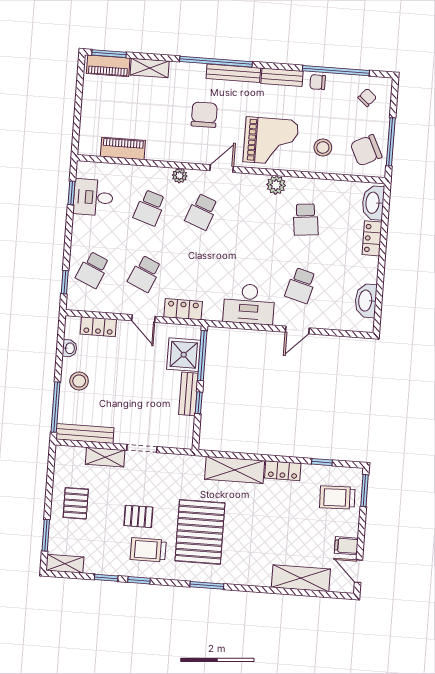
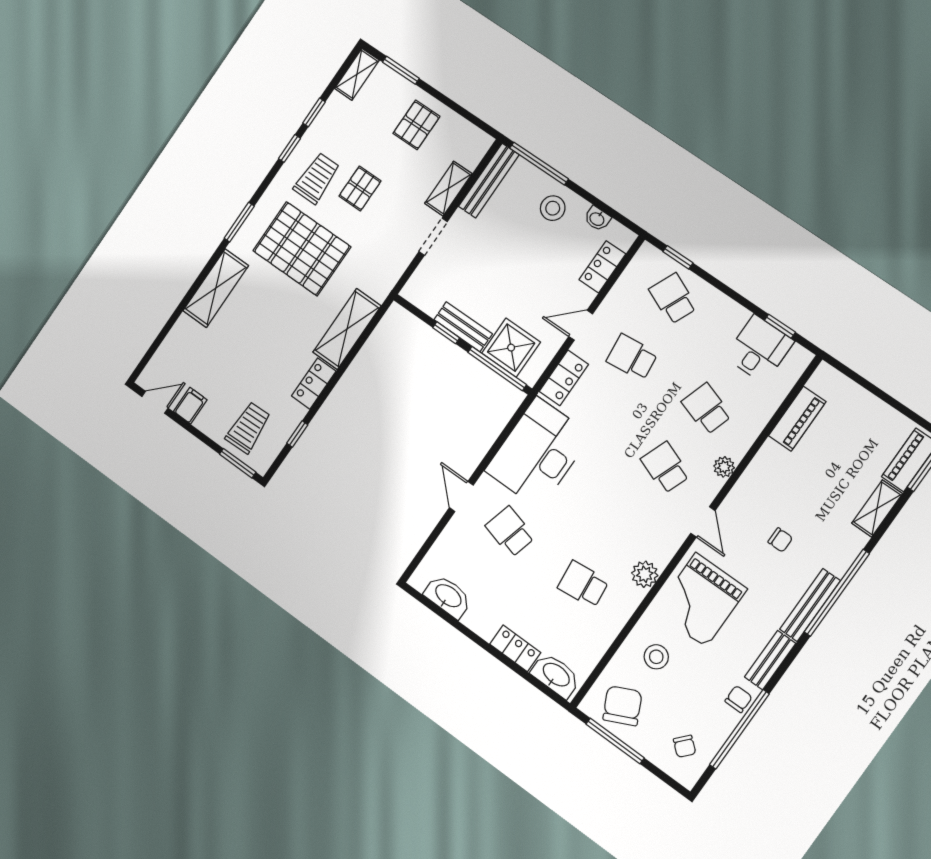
chair: (204, 115) -> (780, 540), width x0.54, depth x0.54
school desk: (145, 274) -> (632, 357), turned -30
desk: (249, 304) -> (538, 453), width x1.36, depth x1.30
pallet: (76, 503) -> (416, 125), turned 90
shelving: (301, 578) -> (216, 288), moved

